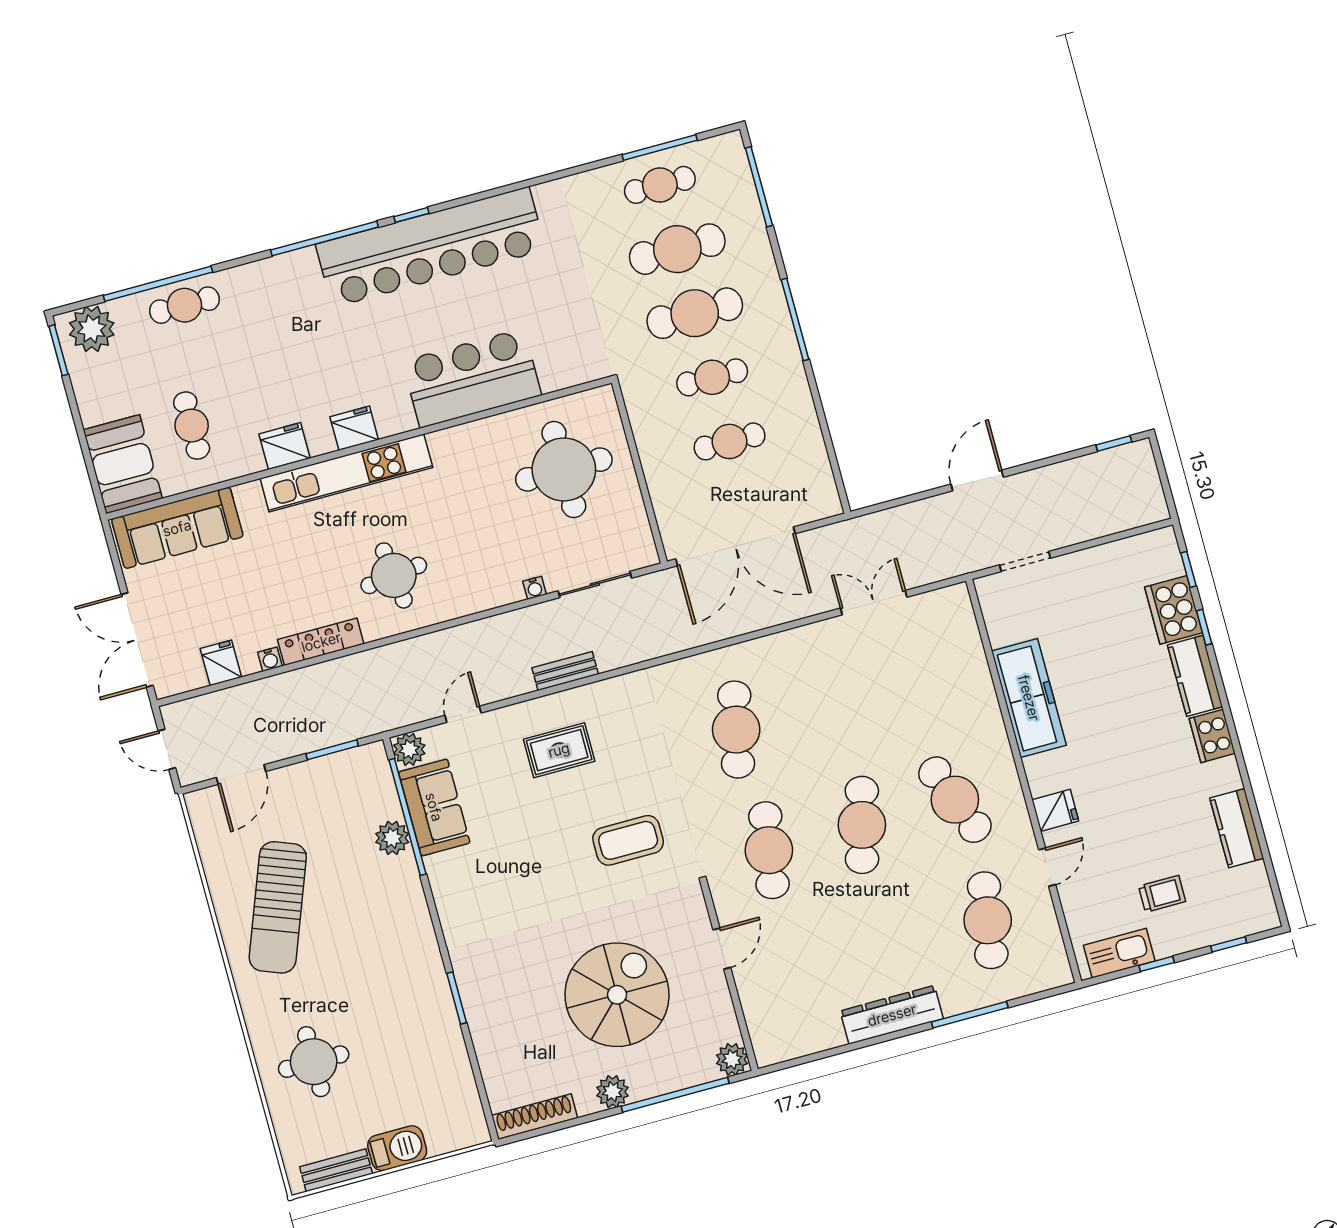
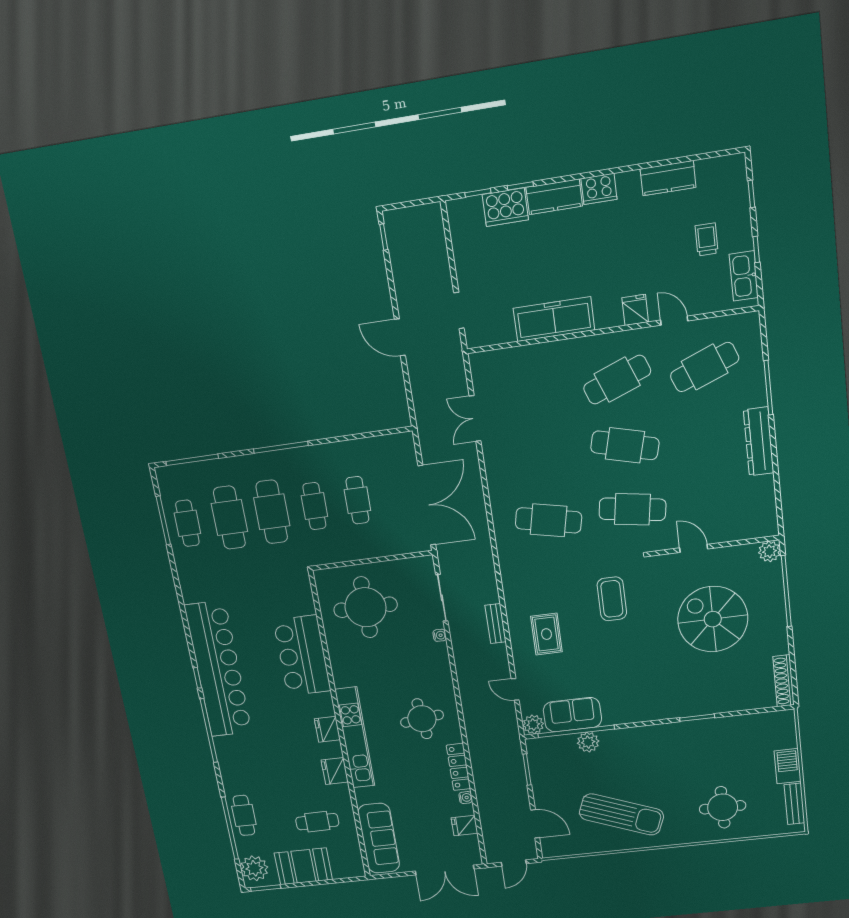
booth: (123, 464) -> (303, 866), moved
cafe table: (988, 920) -> (705, 367), turned -30
plant: (613, 1092) -> (776, 630), removed

